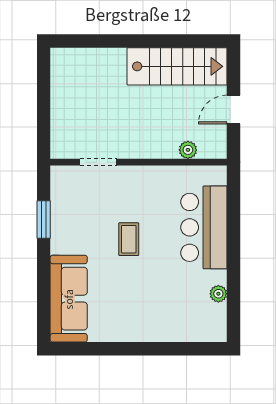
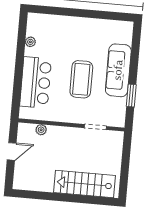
stairs: (177, 66) -> (85, 184), moved
coffee table: (129, 239) -> (81, 79), width x1.86, depth x1.72
sofa: (69, 299) -> (118, 70), moved

